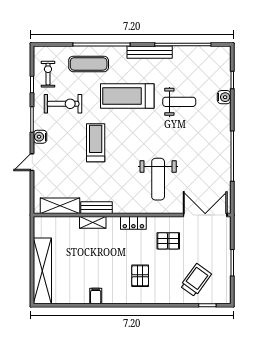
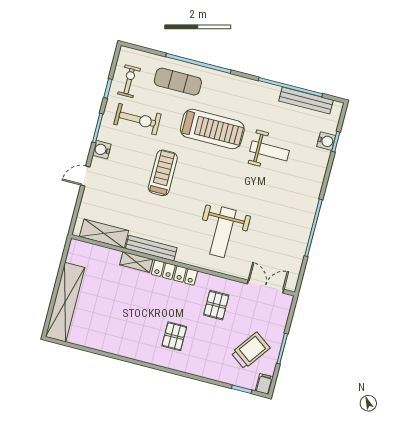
bench: (150, 52) -> (306, 100), moved
treadmill: (127, 96) -> (212, 129), turned 180
water cooler: (224, 97) -> (326, 141), moved
bench: (96, 208) -> (151, 248), width x1.36
double door: (205, 215) -> (266, 287), width x0.73
locker: (133, 223) -> (174, 273), width x1.53
pallet: (168, 241) -> (216, 305), turned 90
trolley: (196, 280) -> (251, 350), moved
filing cabinet: (96, 296) -> (264, 384), moved

